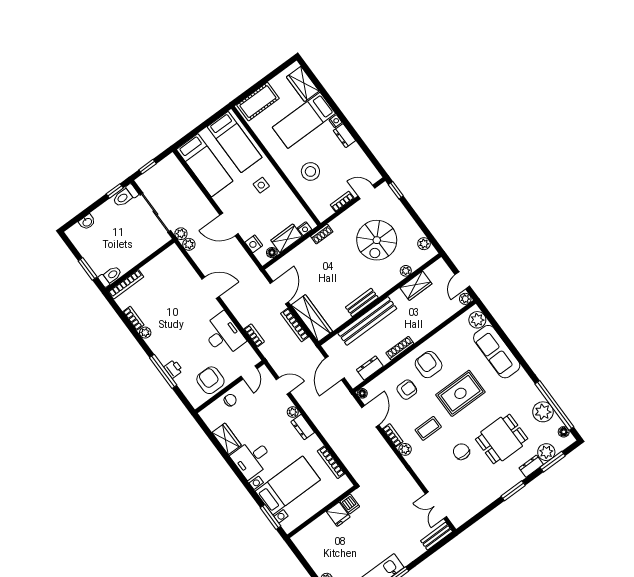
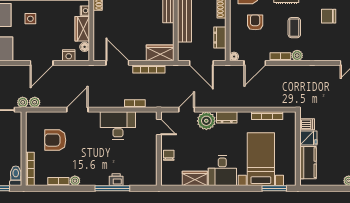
wardrobe: (312, 318) -> (160, 53), width x0.67
armchair: (210, 380) -> (55, 140), moved
plant: (293, 412) -> (206, 121), width x1.88, depth x1.88
door: (370, 416) -> (255, 63), swing flipped
kitchen counter: (316, 530) -> (308, 163), added

